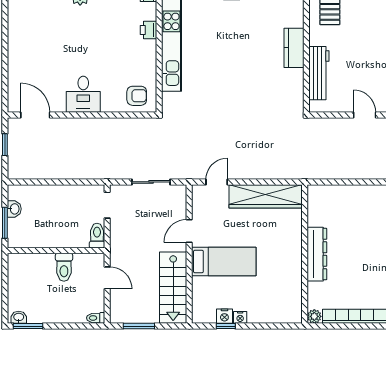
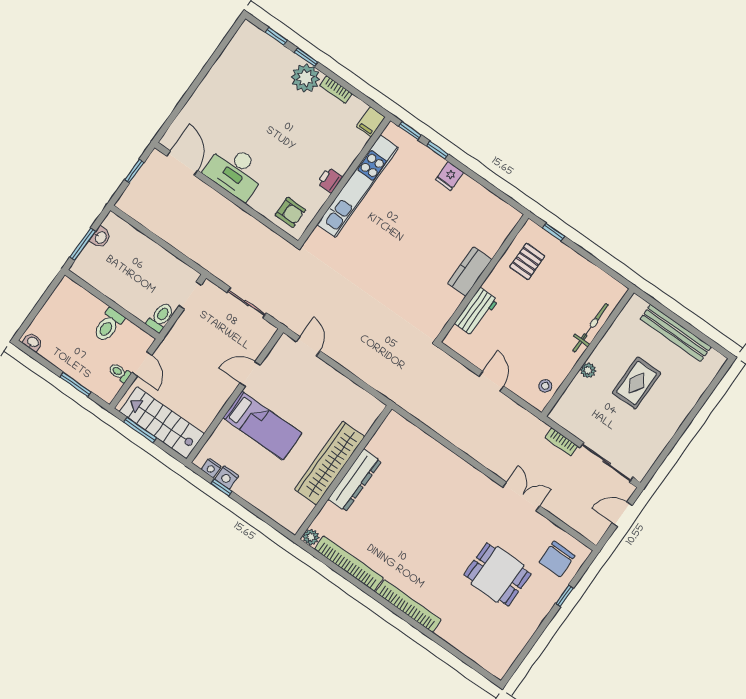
printer: (148, 30) -> (330, 180), moved
workbench: (319, 73) -> (476, 312), width x0.73
desk: (83, 94) -> (235, 171), width x1.37
door: (217, 182) -> (308, 346), hinge flipped
wardrobe: (266, 196) -> (330, 463), moved, turned 90
stairs: (173, 288) -> (162, 423), moved, turned 90
nightstand: (240, 317) -> (211, 468), moved
toilet: (96, 318) -> (119, 373), moved
window: (28, 326) -> (75, 384), moved

